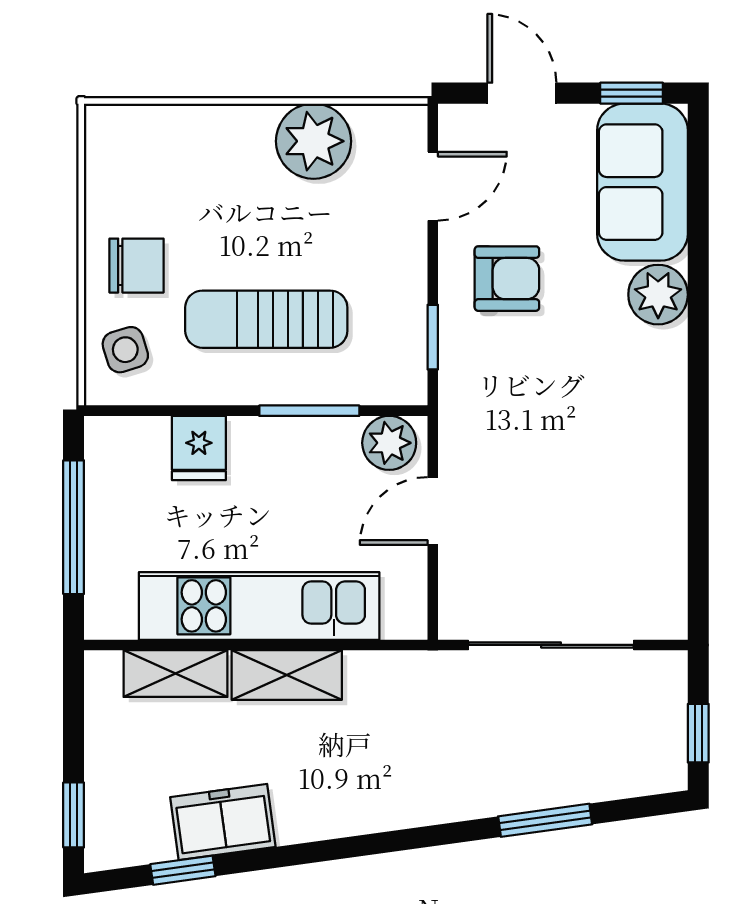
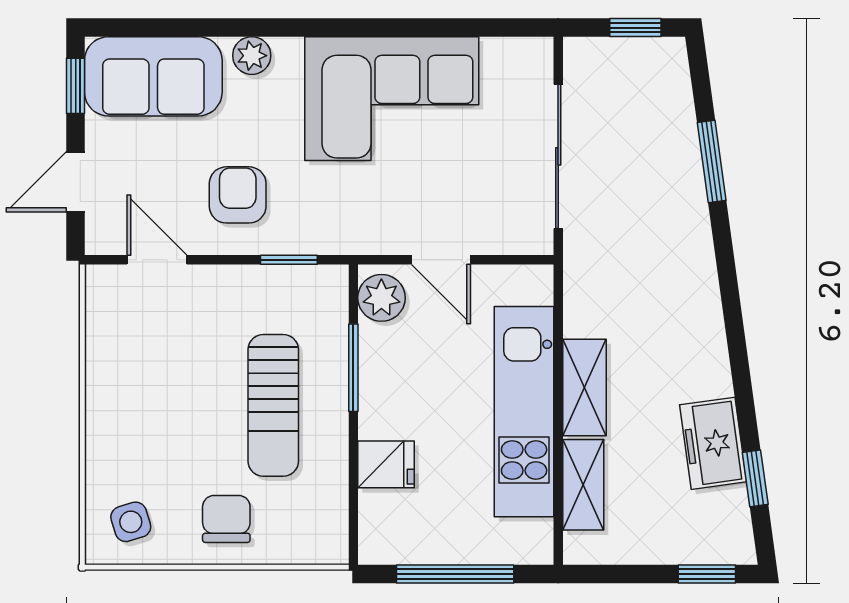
plant: (314, 141) -> (118, 364), removed
plant: (658, 295) -> (252, 56), width x0.73, depth x0.73
side table: (125, 350) -> (131, 522), moved
corner sofa: (617, 455) -> (392, 99), added

